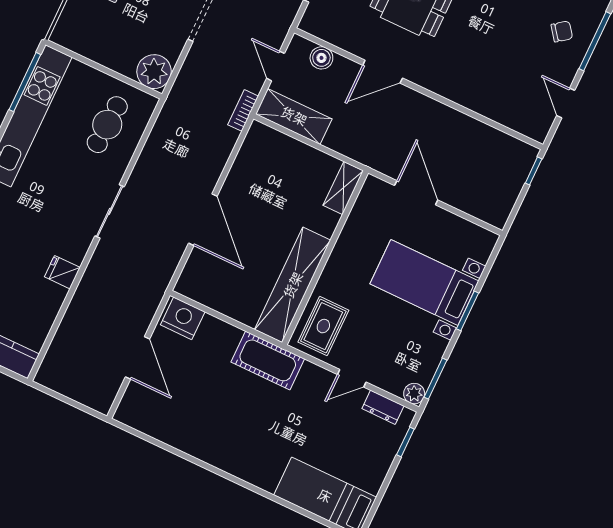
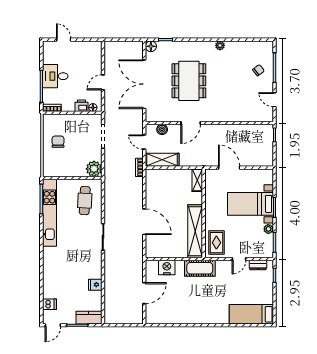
fridge: (62, 272) -> (95, 285), moved
nightstand: (183, 318) -> (167, 267), moved
door: (138, 358) -> (144, 293), hinge flipped
plant: (414, 394) -> (268, 229), moved

